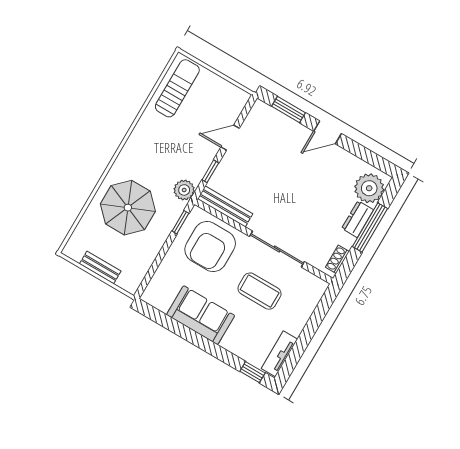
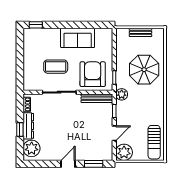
plant: (232, 100) -> (124, 152), added
dresser: (358, 219) -> (28, 126), width x1.44
window: (370, 227) -> (20, 129), width x0.46
tv unit: (279, 354) -> (28, 42), removed

